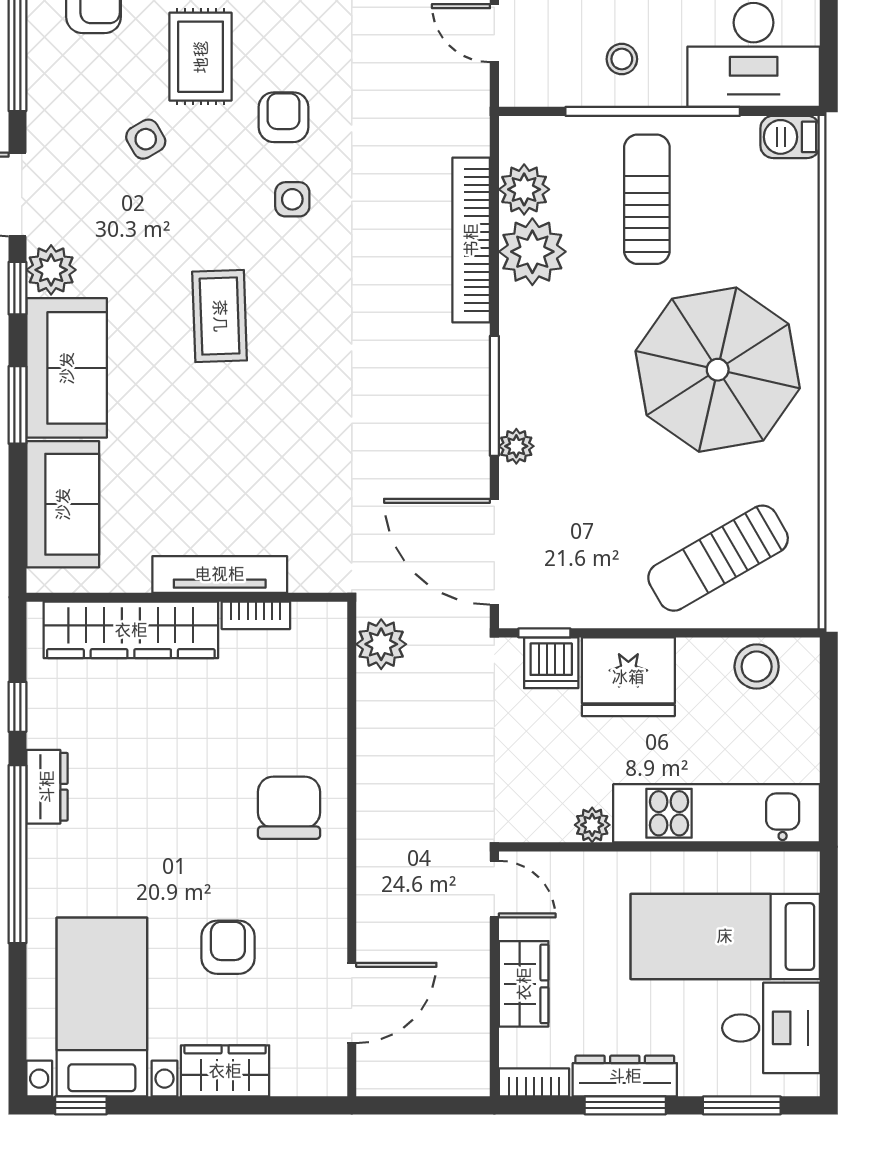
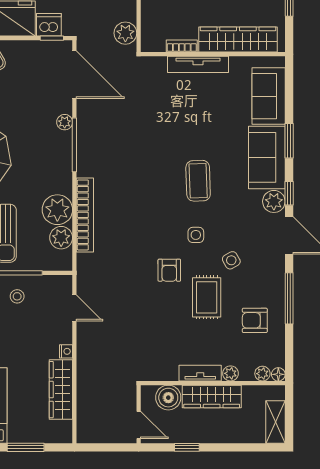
side table: (292, 199) -> (196, 235), moved

